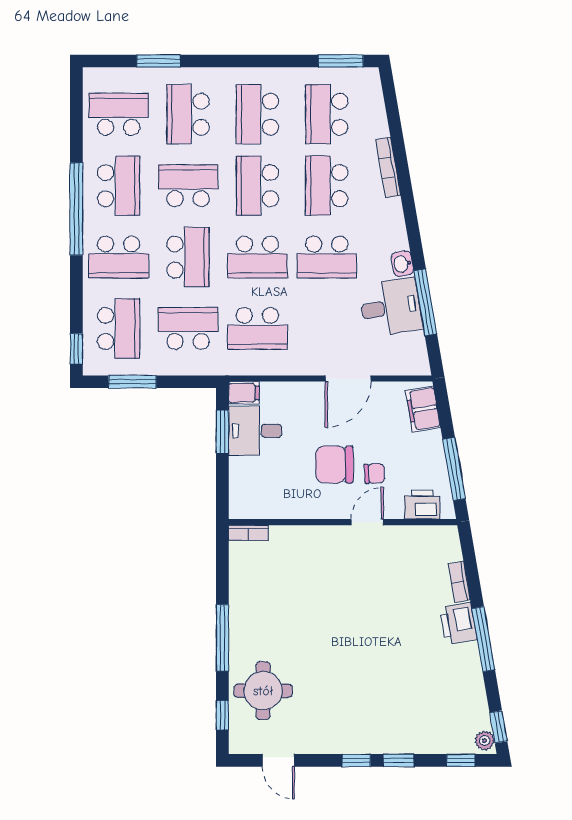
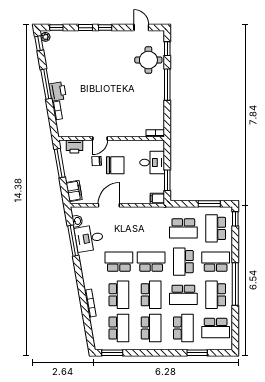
washbasin: (402, 264) -> (77, 221), moved
school desk: (257, 328) -> (151, 228), removed
desk: (255, 431) -> (152, 163), moved

